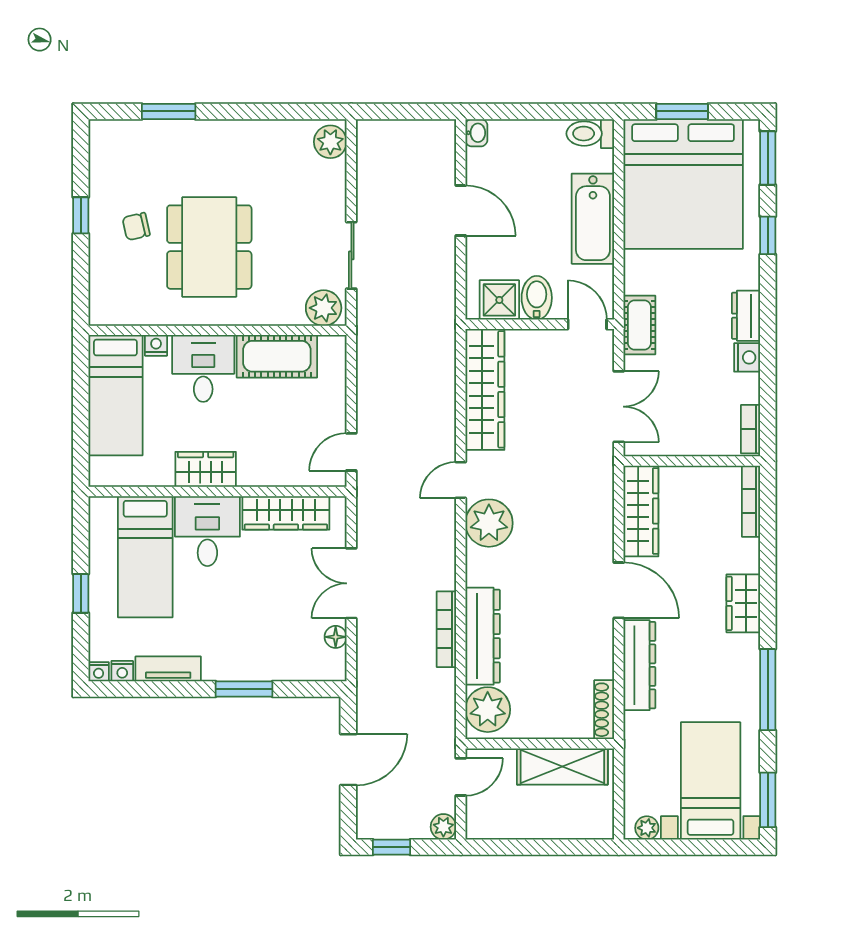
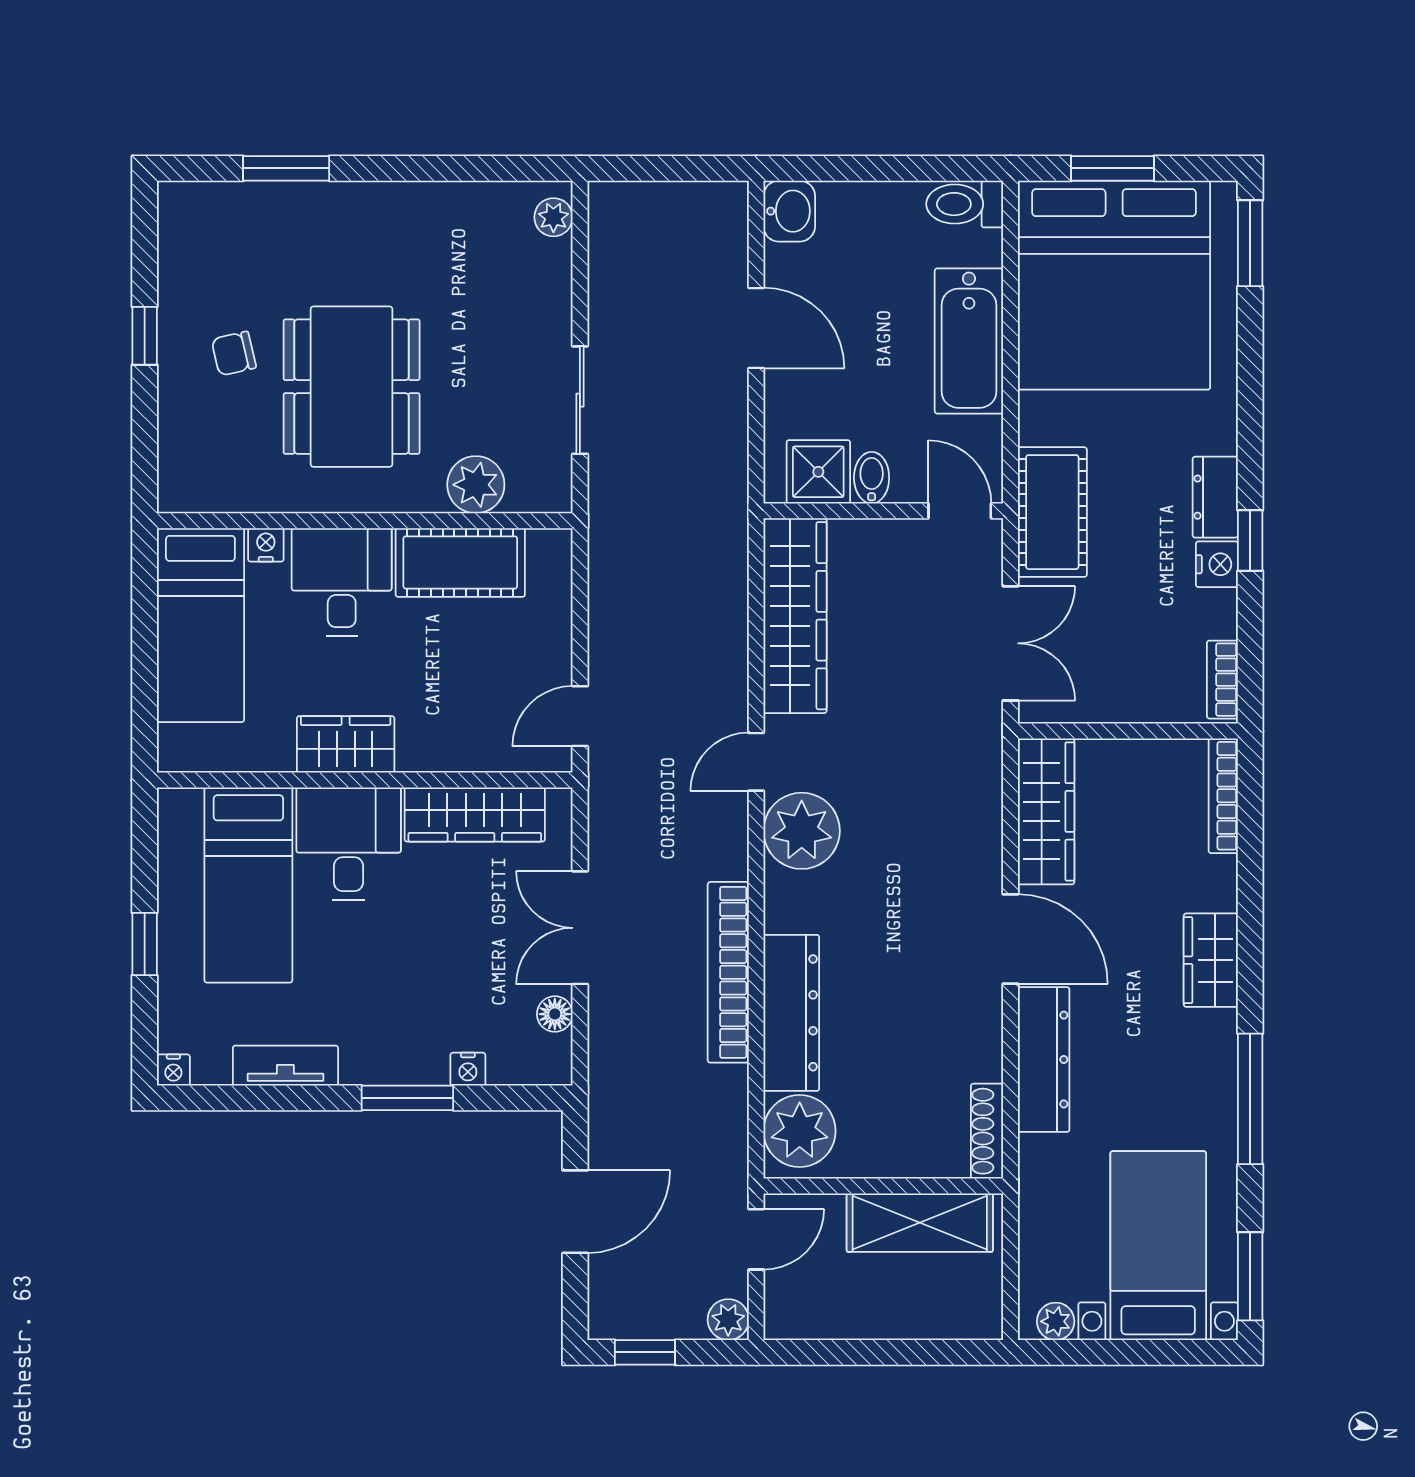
washbasin: (476, 133) -> (789, 211), width x1.38, depth x1.45
plant: (330, 142) -> (553, 217), width x0.73, depth x0.73
window: (768, 235) -> (1250, 540), moved
bidet: (537, 298) -> (872, 478), width x0.72, depth x0.74
plant: (324, 308) -> (476, 485), moved
cot: (639, 325) -> (1052, 512), width x1.37, depth x1.34
bookcase: (446, 629) -> (728, 972), width x1.48, depth x1.31
nightstand: (122, 671) -> (468, 1069), moved

